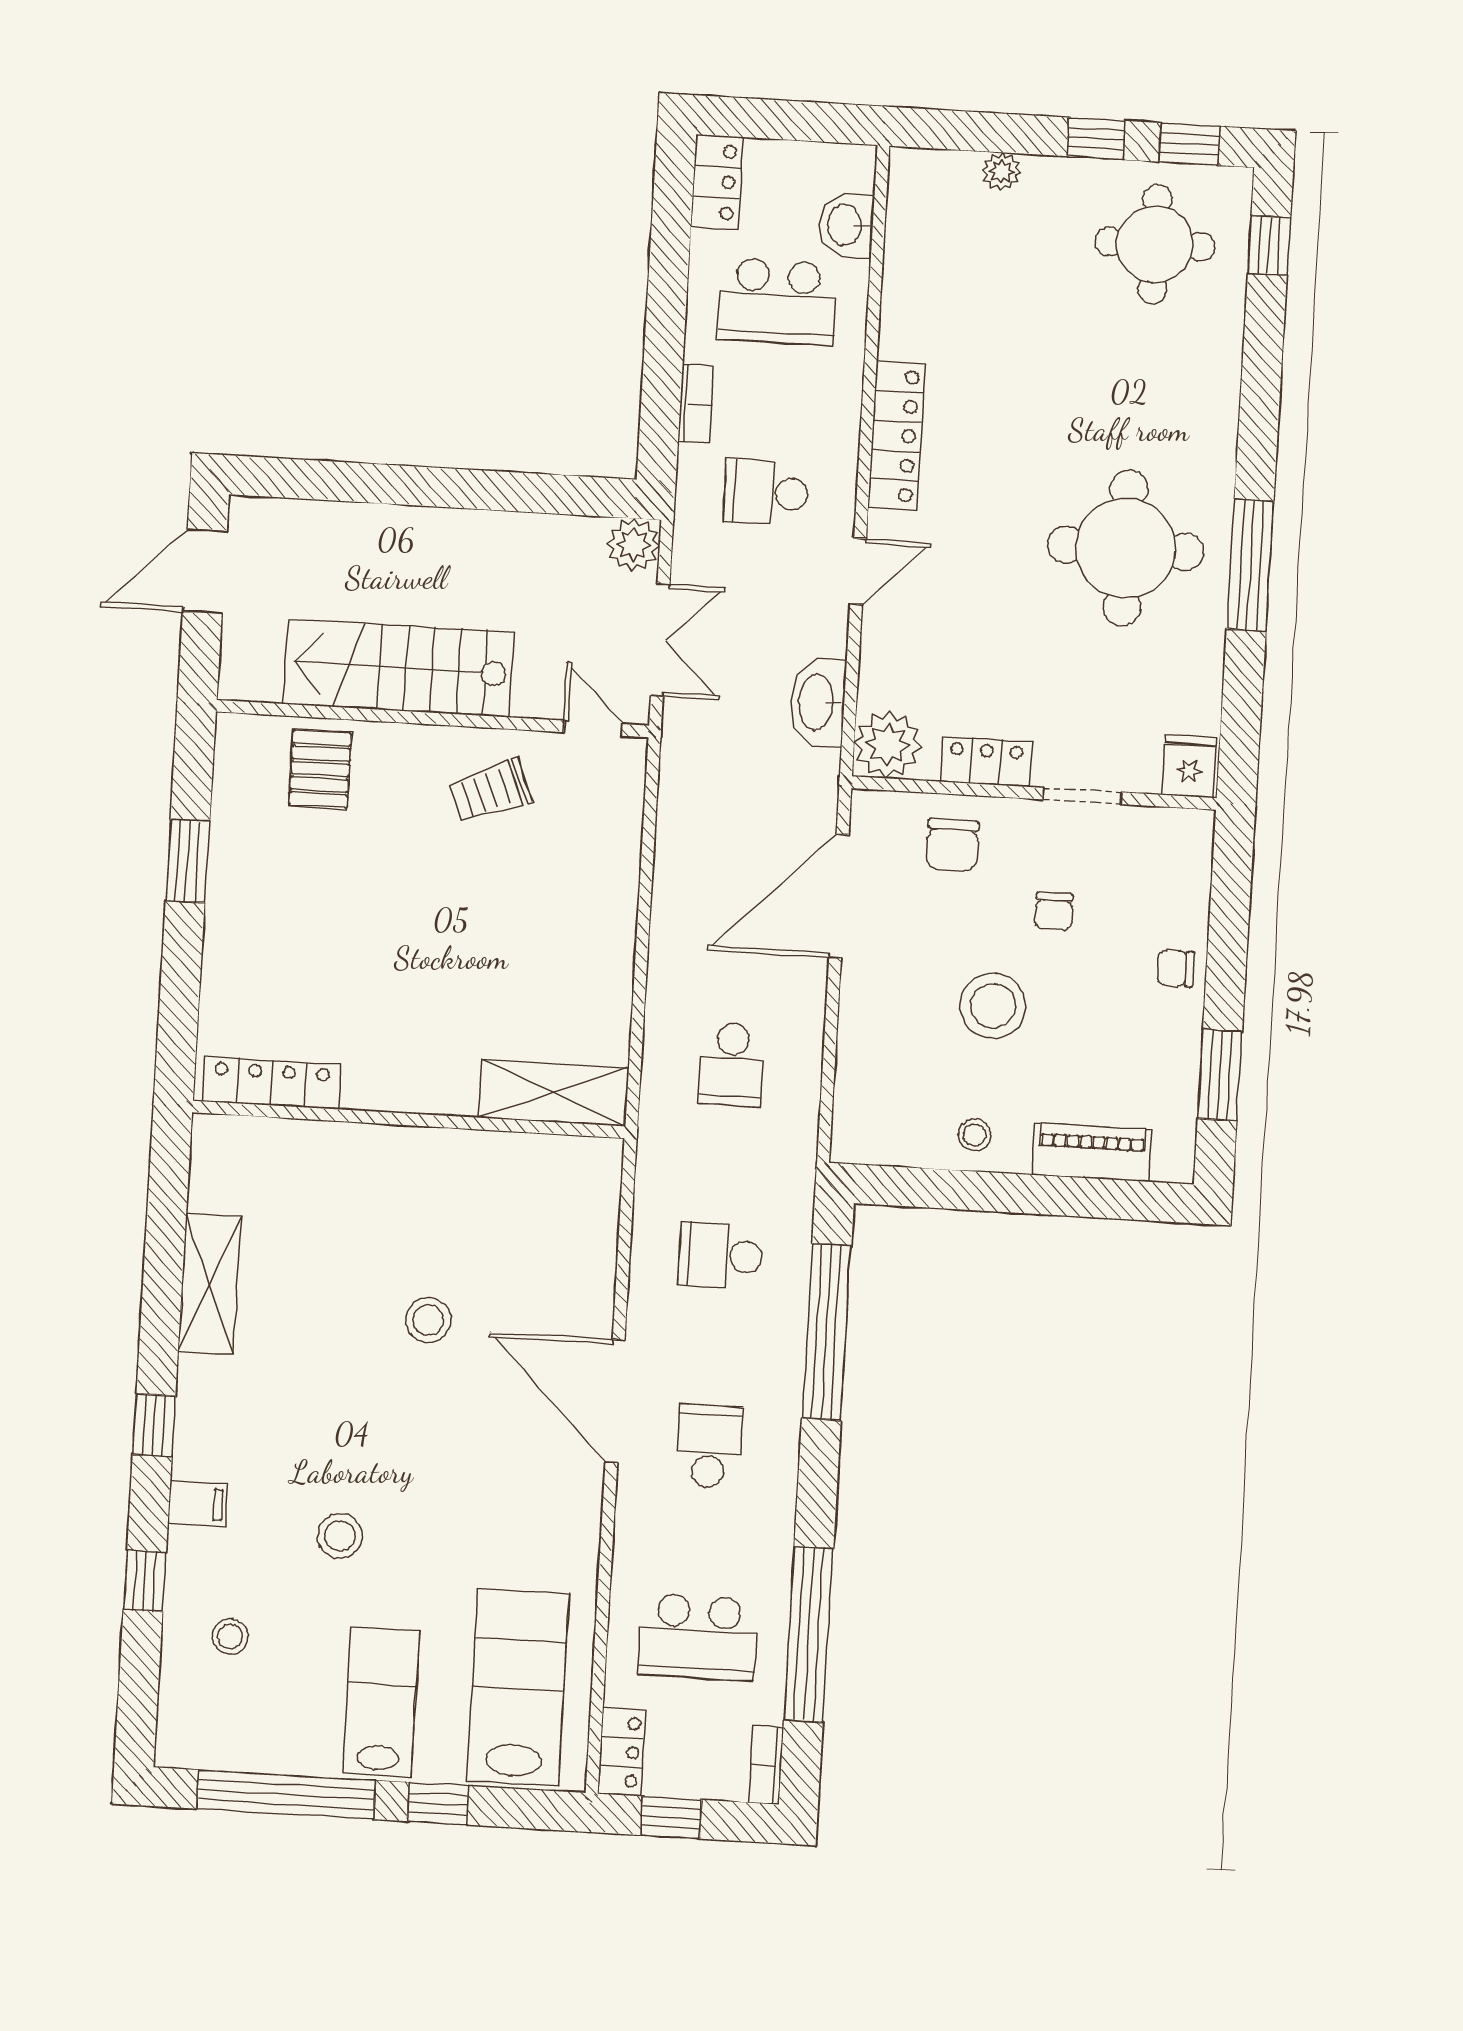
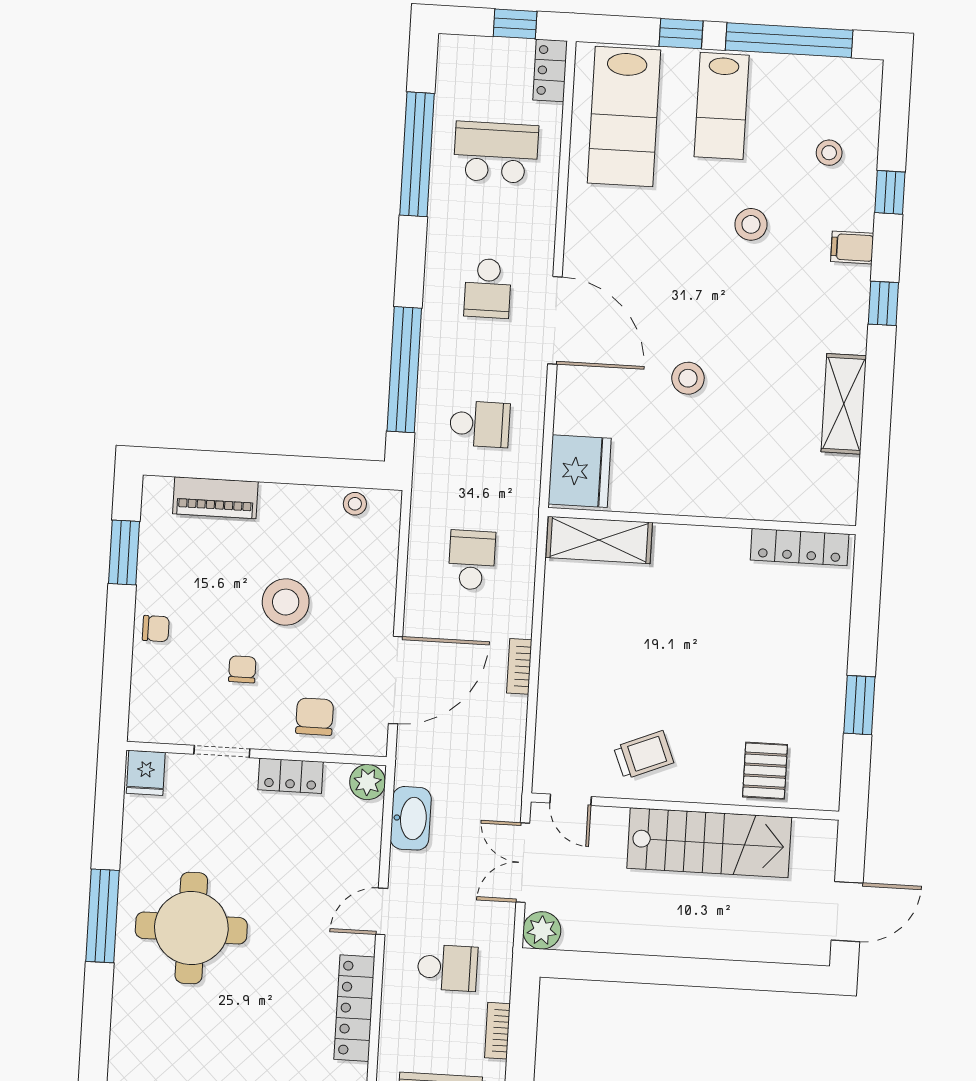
plant: (888, 745) -> (368, 782), width x0.73, depth x0.73
stool: (974, 1135) -> (355, 504), moved
fridge: (580, 1189) -> (580, 471), added
bookcase: (766, 1765) -> (519, 666), moved, turned 180

